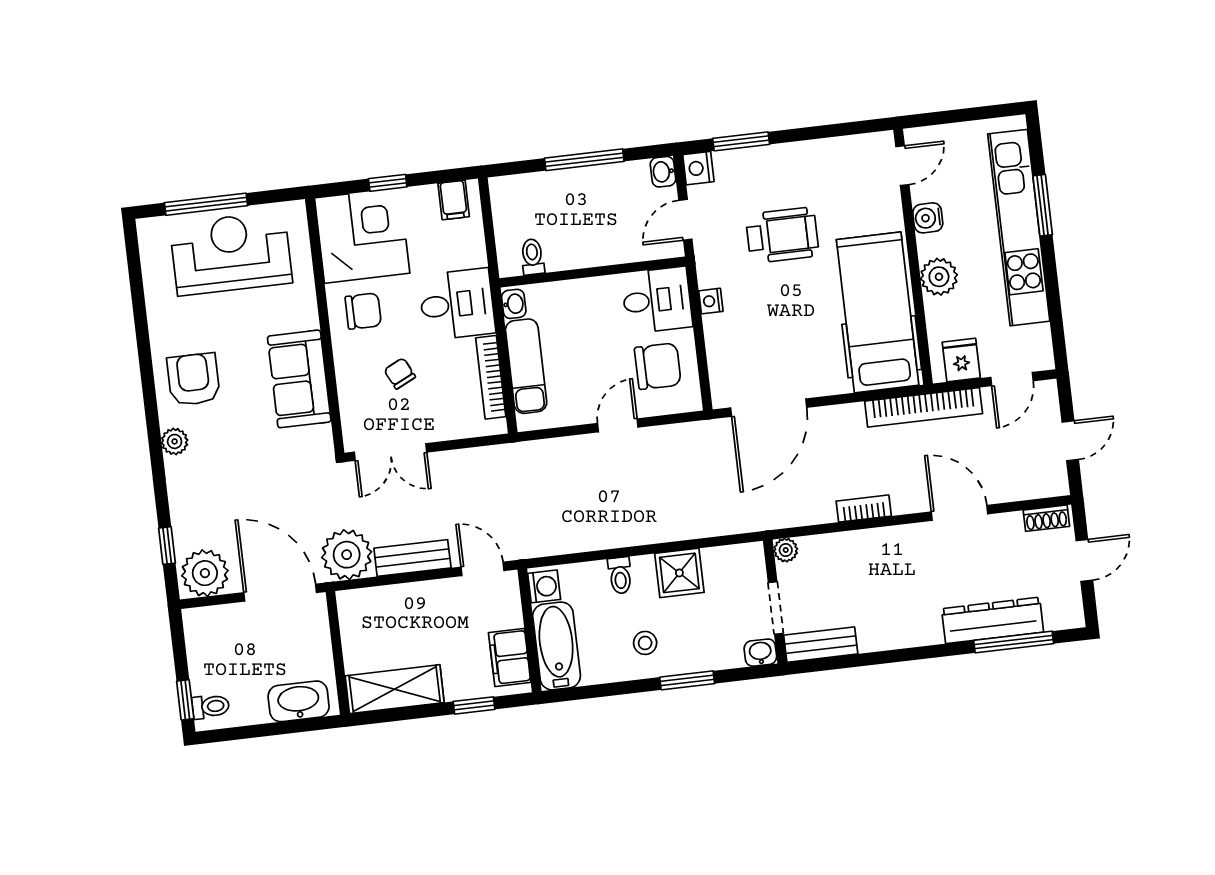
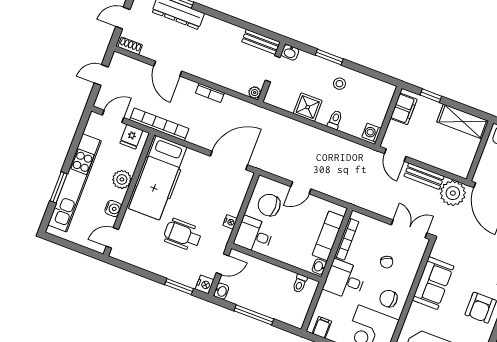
bathtub: (557, 646) -> (380, 103), removed

